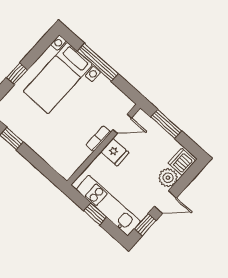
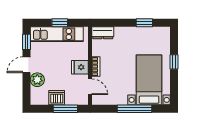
door: (122, 124) -> (90, 87), swing flipped
dishwasher: (182, 162) -> (57, 98), moved, turned -90
dresser: (62, 166) -> (103, 33), added

